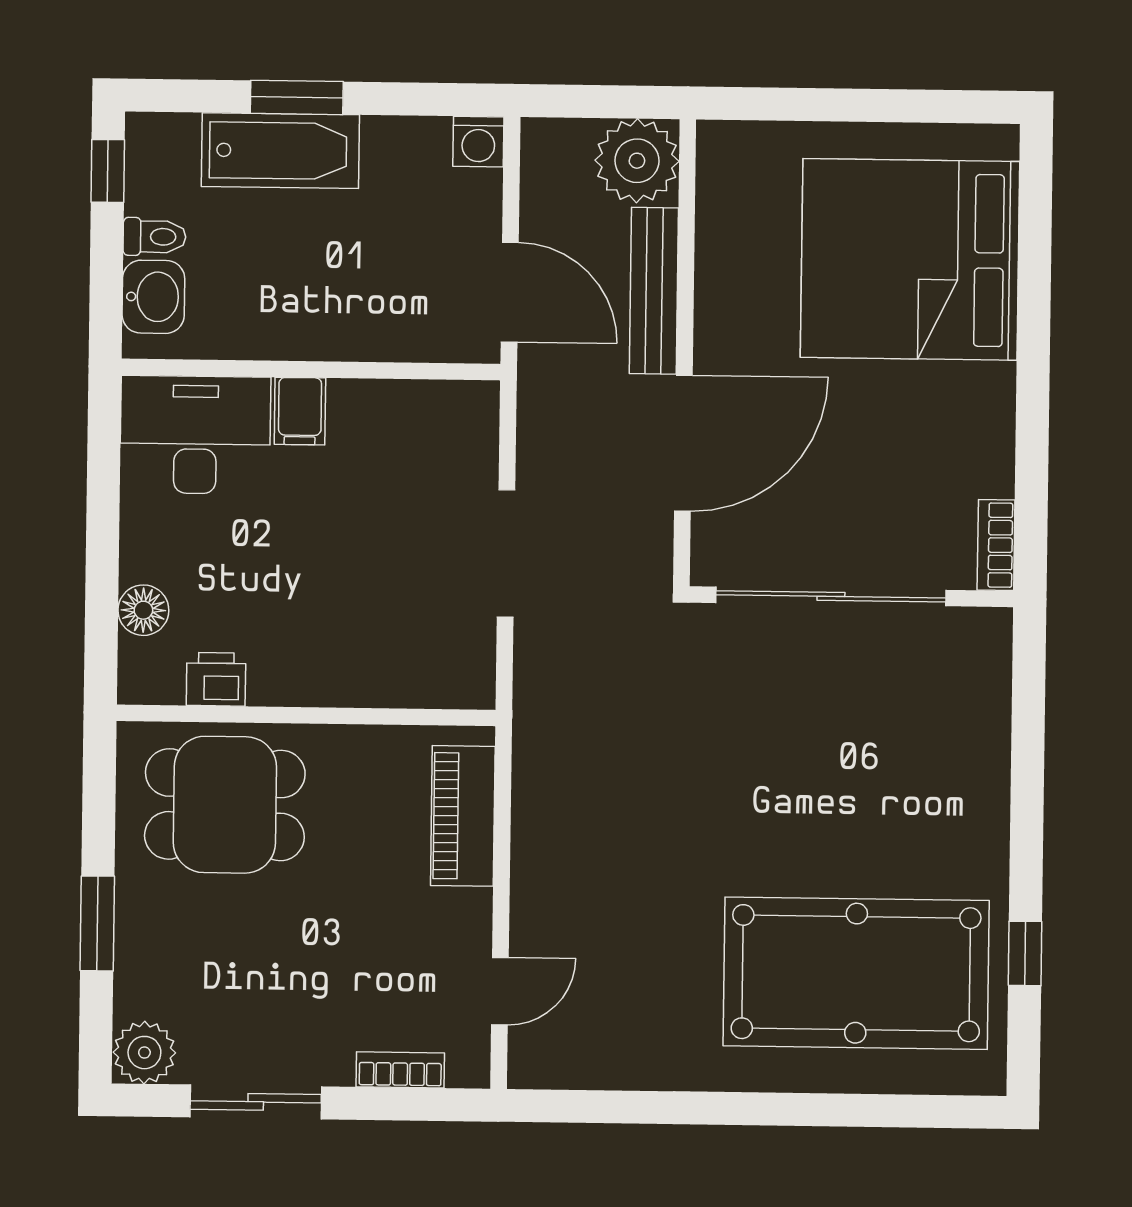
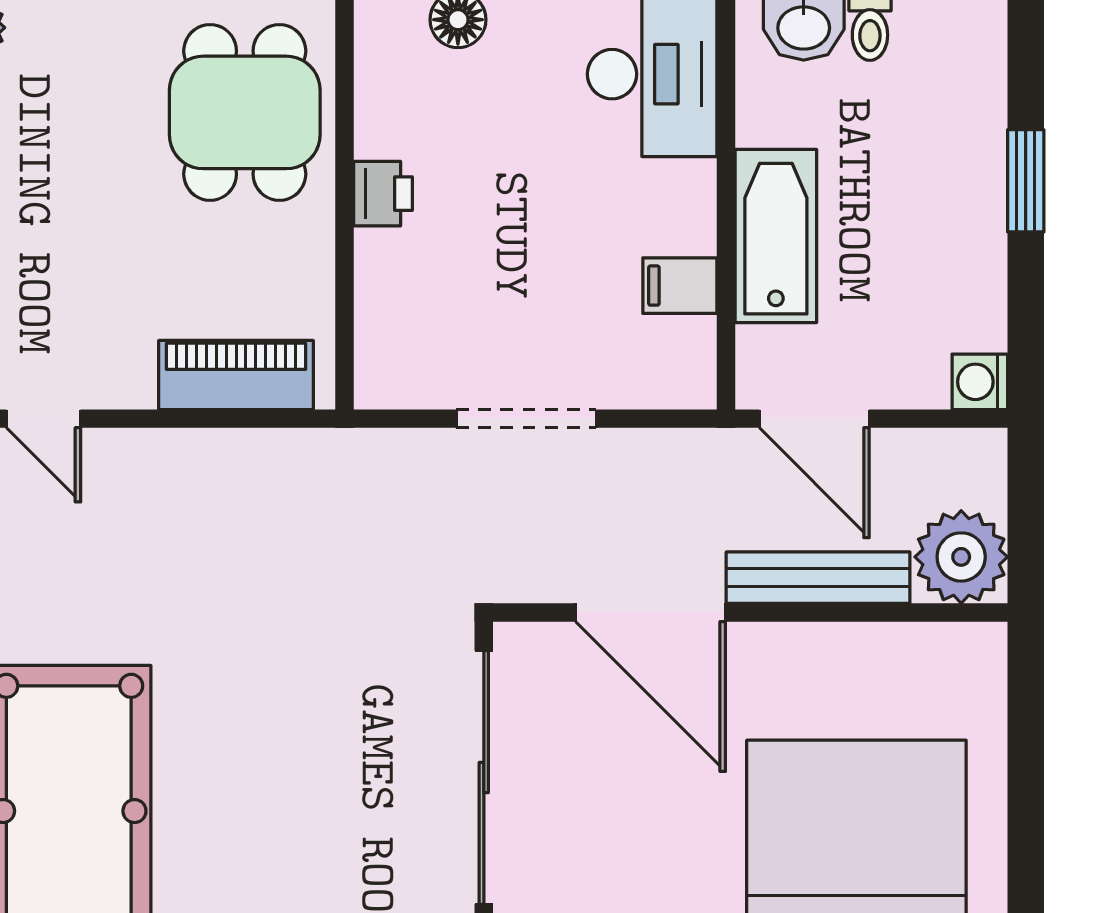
bathtub: (280, 151) -> (776, 236), moved, turned 180
door: (510, 292) -> (814, 419), hinge flipped
filing cabinet: (300, 411) -> (680, 286), moved
printer: (216, 679) -> (383, 194), moved

